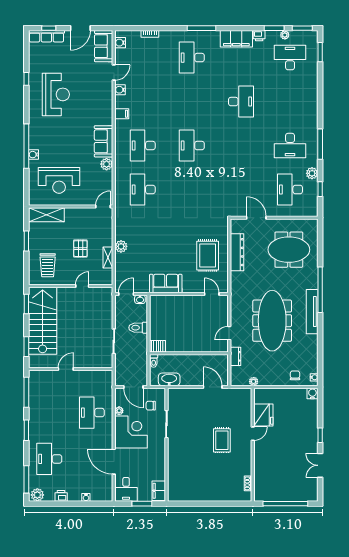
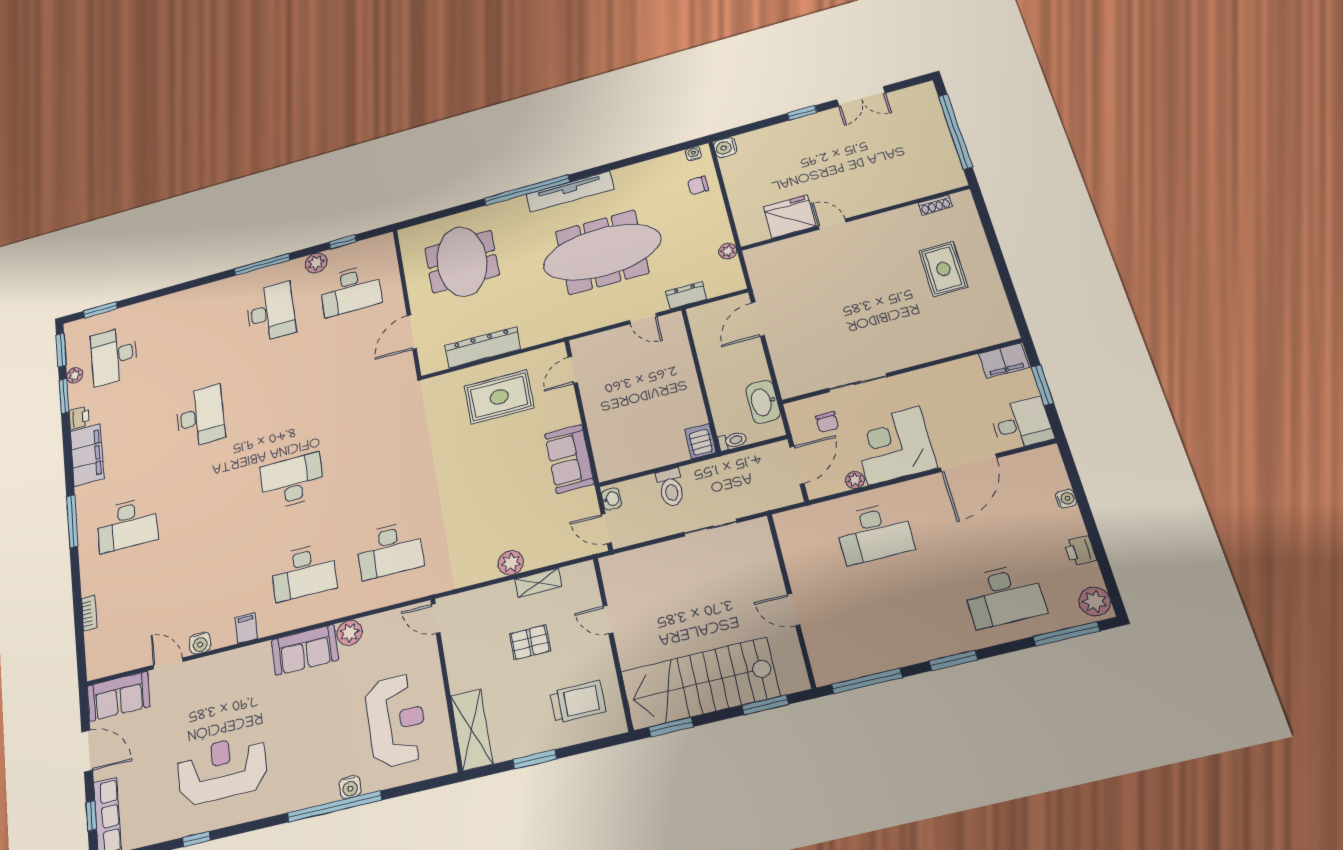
water cooler: (120, 43) -> (109, 666), removed
desk: (241, 102) -> (200, 417), turned 90
desk: (192, 146) -> (292, 481), turned 180
rug: (222, 440) -> (943, 269), moved, turned 90

